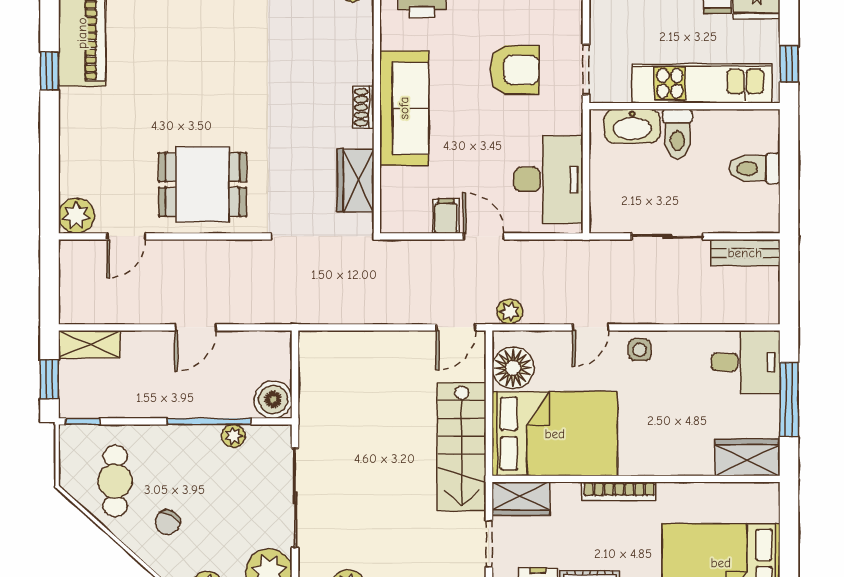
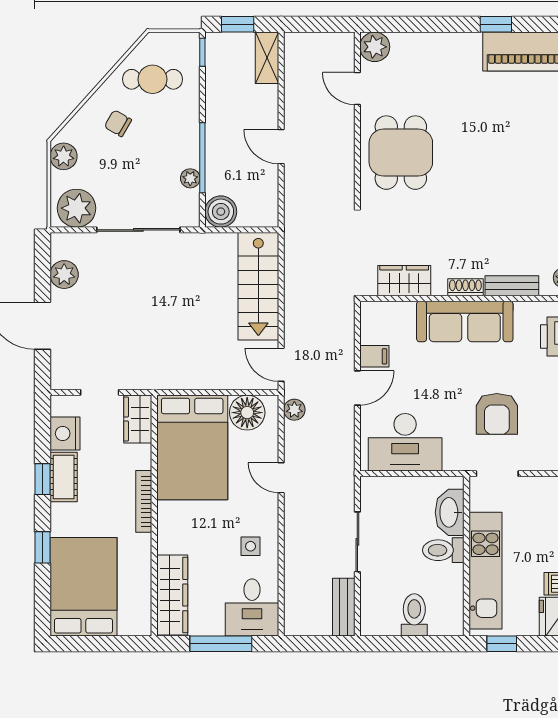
bench: (362, 52) -> (512, 286), added
side table: (640, 350) -> (251, 546), moved
stairs: (462, 447) -> (258, 286), moved, turned -90
wardrobe: (747, 457) -> (172, 595), width x1.50

